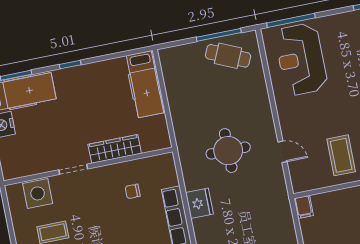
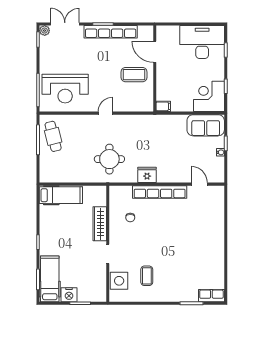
cafe table: (228, 56) -> (53, 136), turned -38
round table: (228, 151) -> (109, 159), moved
door: (282, 152) -> (105, 113), moved

